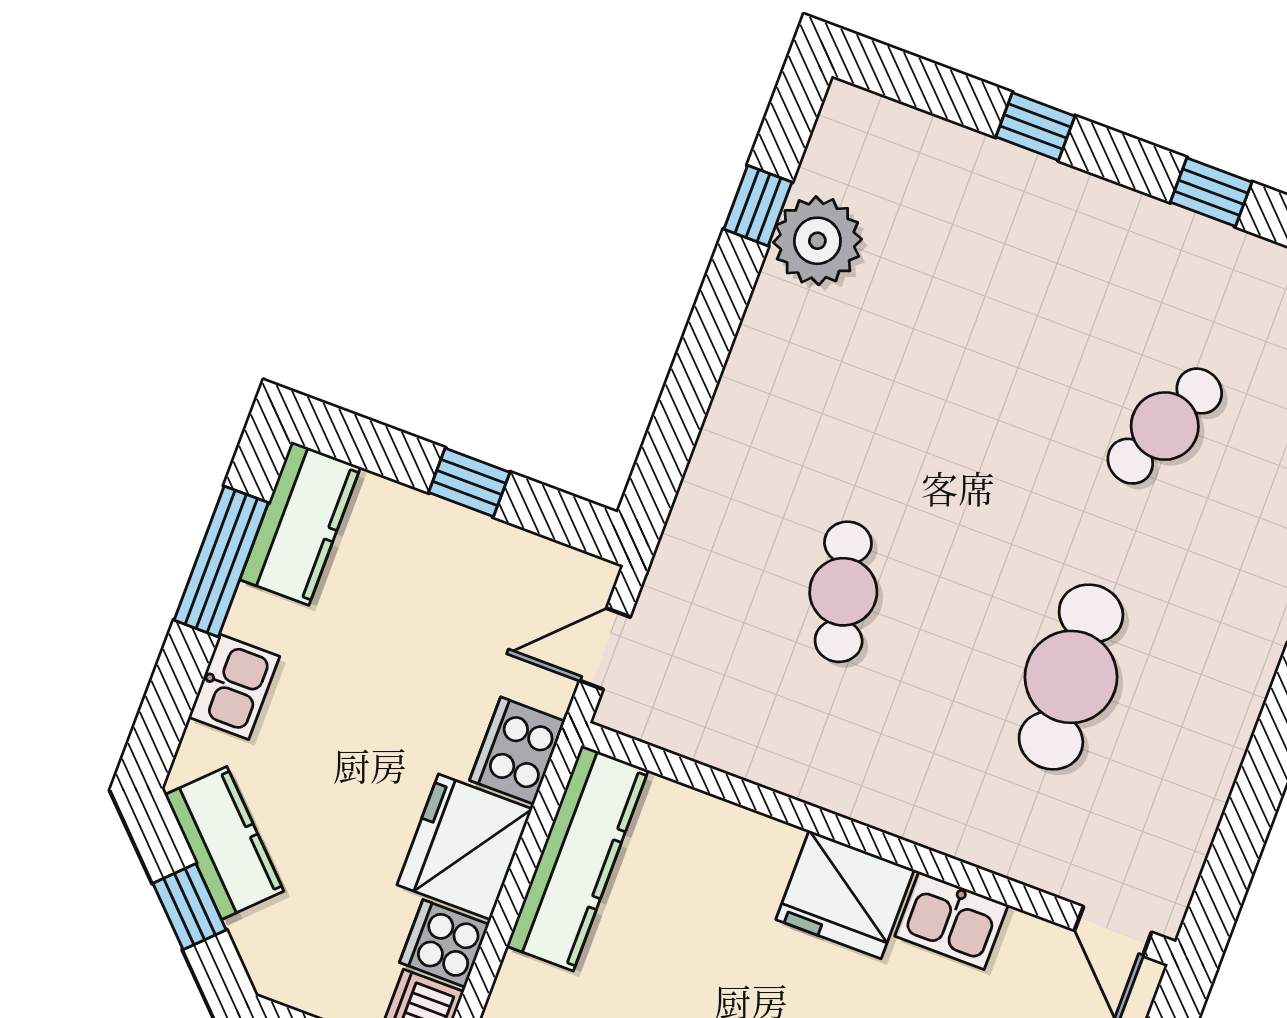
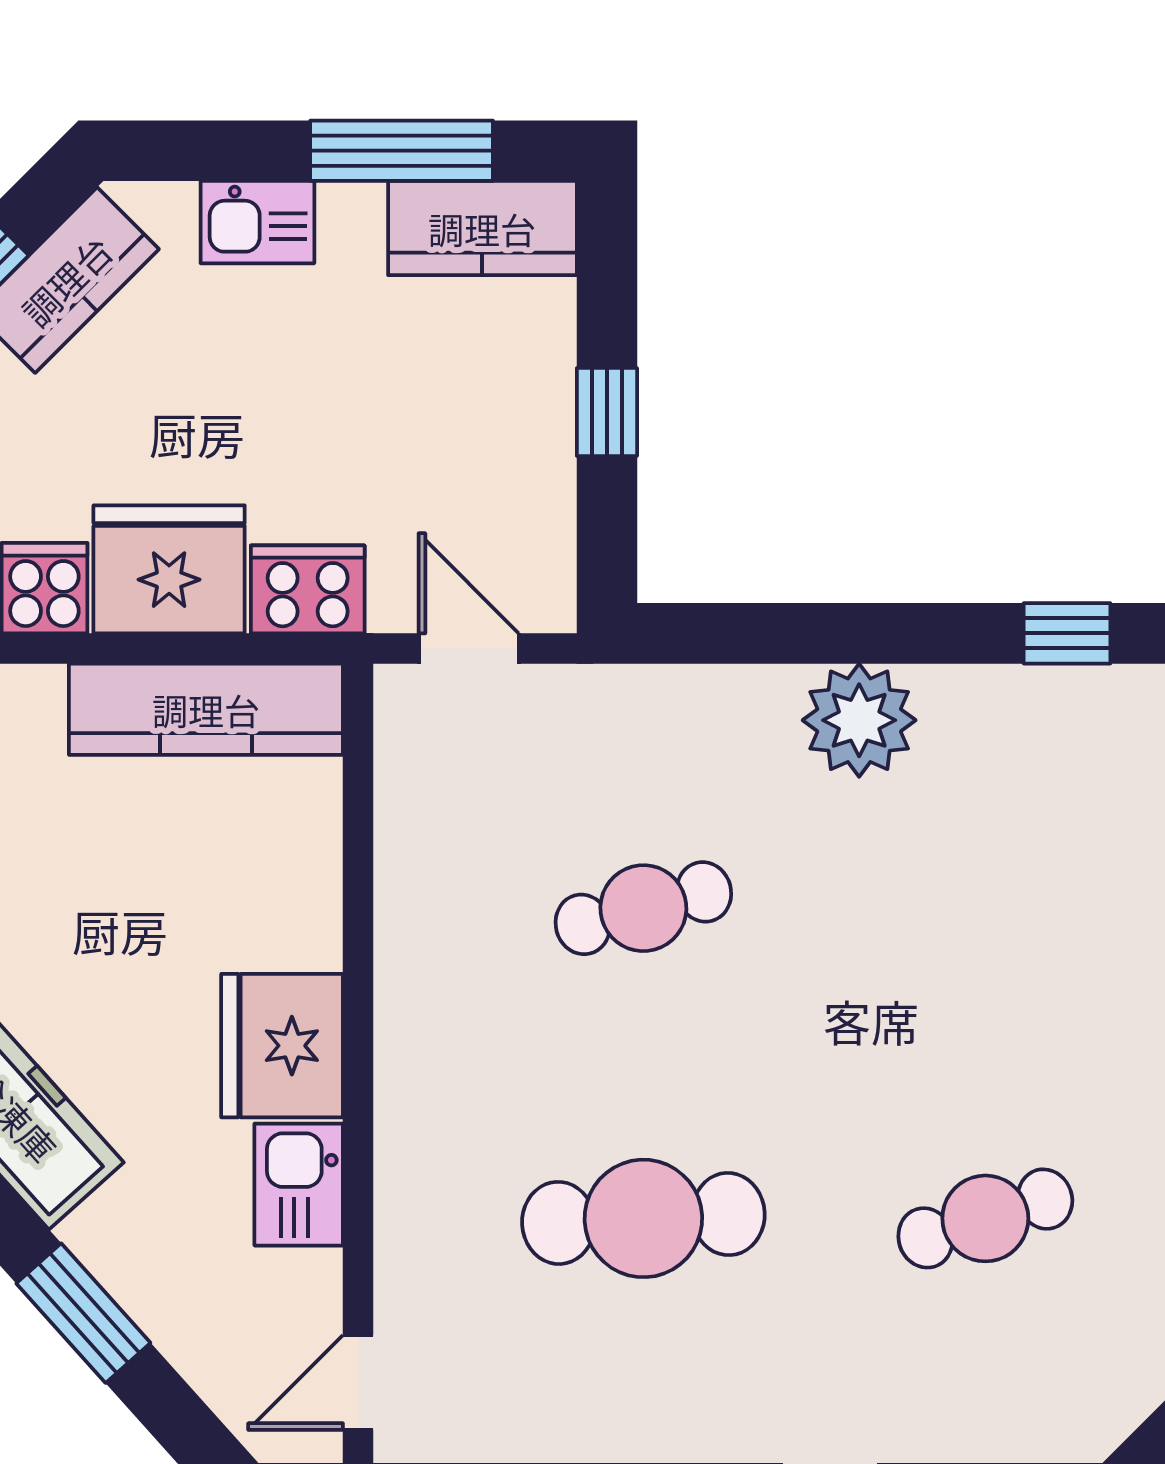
plant: (817, 241) -> (859, 720), moved
cafe table: (1165, 426) -> (985, 1218), turned -42

